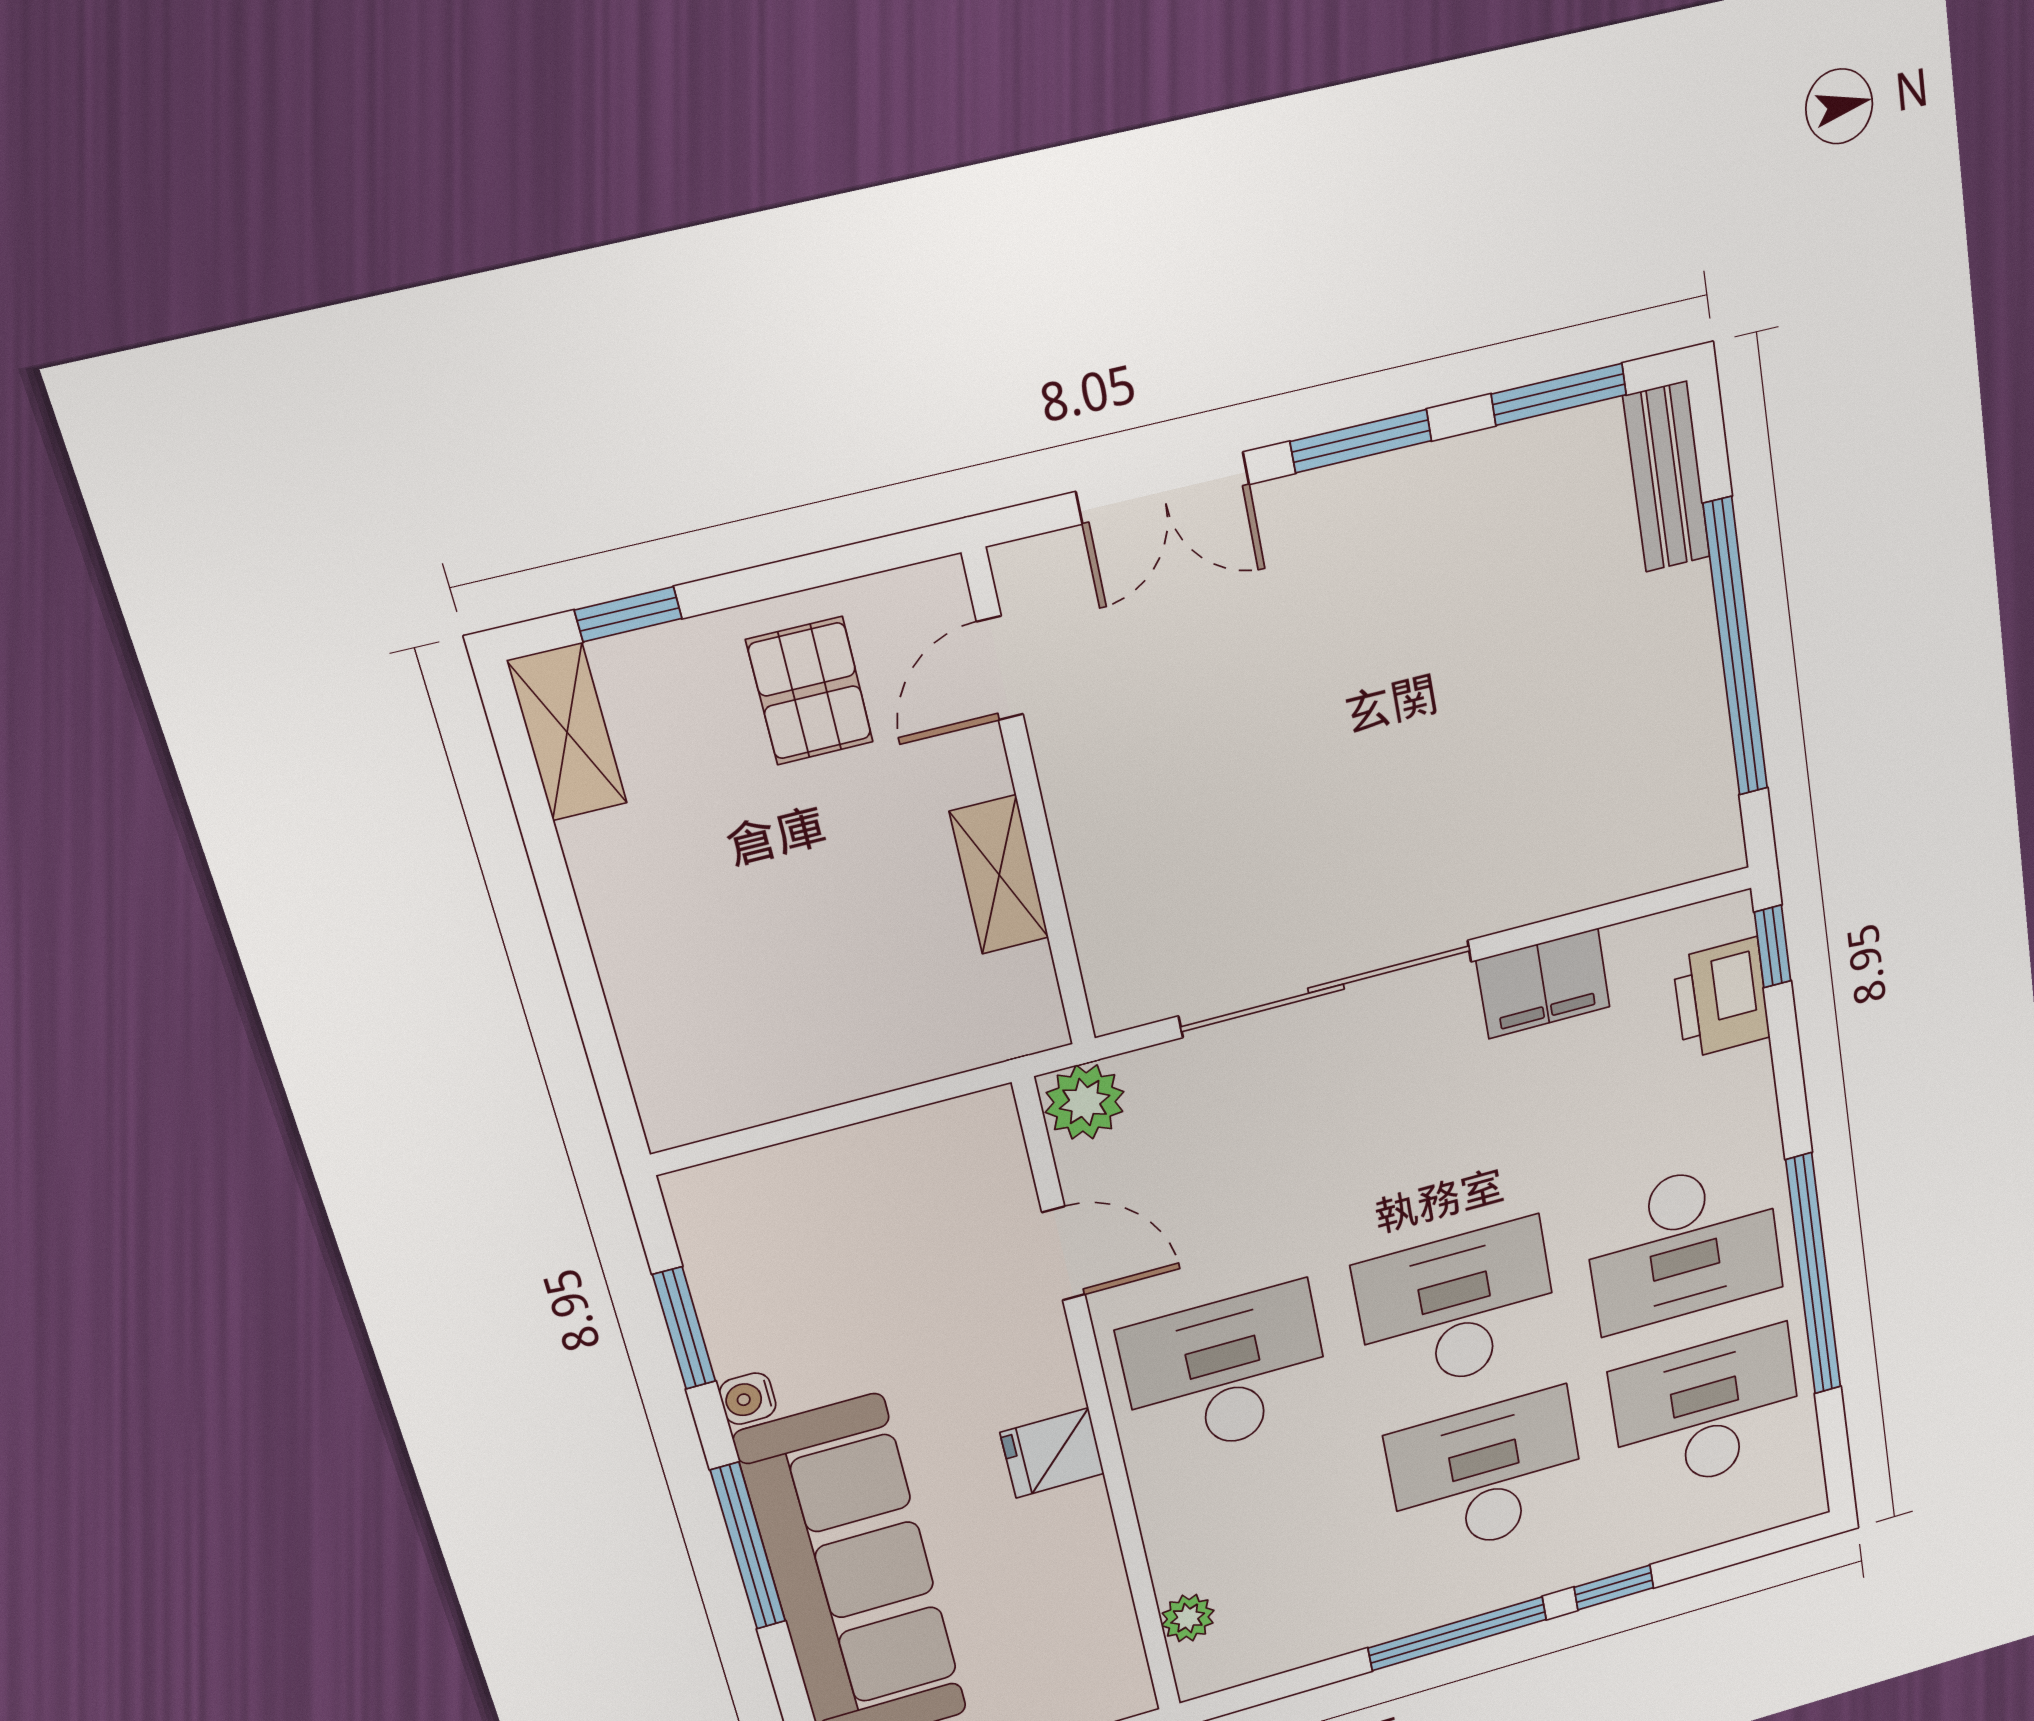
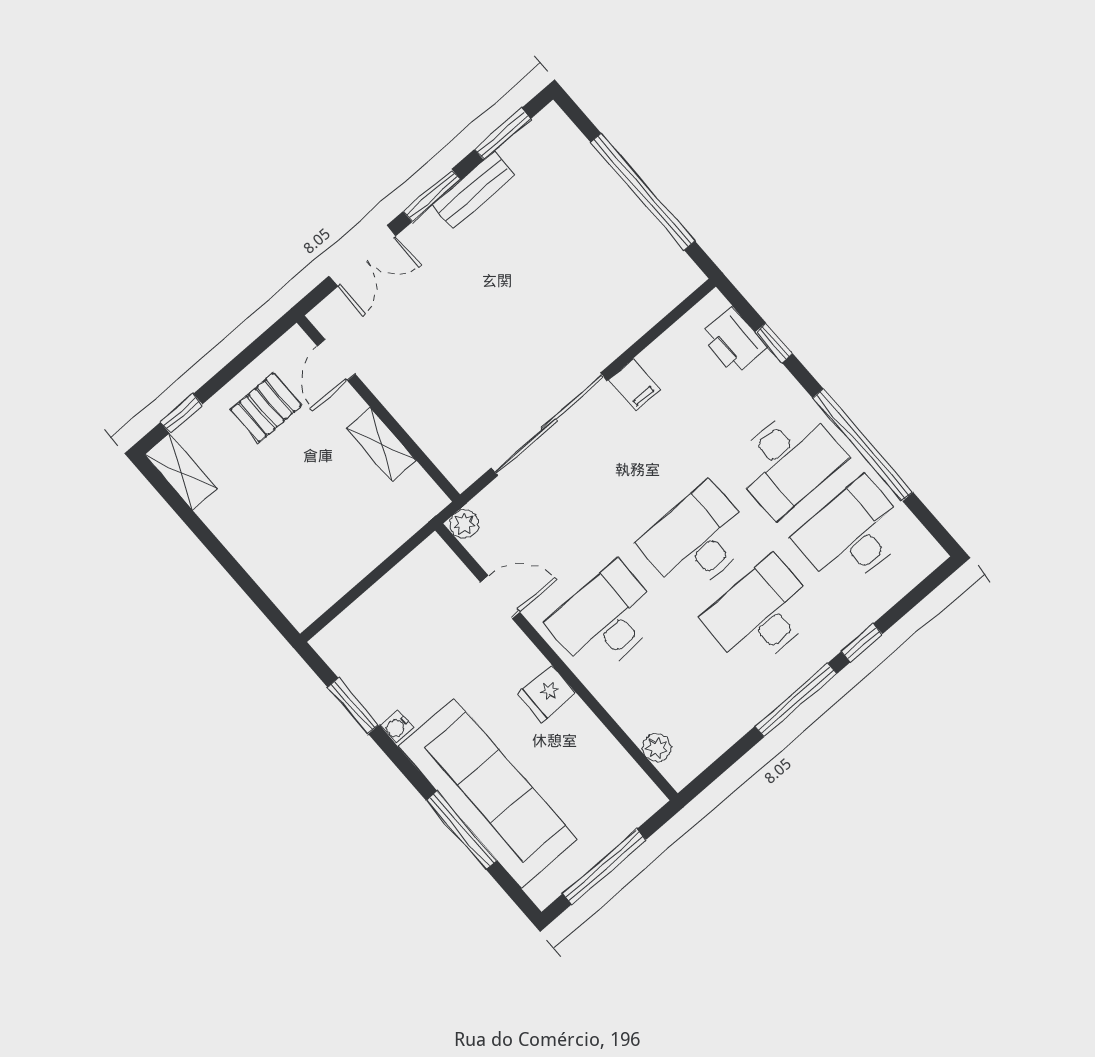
bench: (1667, 477) -> (473, 190), moved, turned 90
pallet: (810, 691) -> (266, 408), turned 90
window: (1773, 947) -> (774, 343), moved
filing cabinet: (1543, 984) -> (634, 385), width x0.50
plant: (1085, 1102) -> (464, 524), width x0.73, depth x0.73
window: (748, 1546) -> (461, 830), moved

